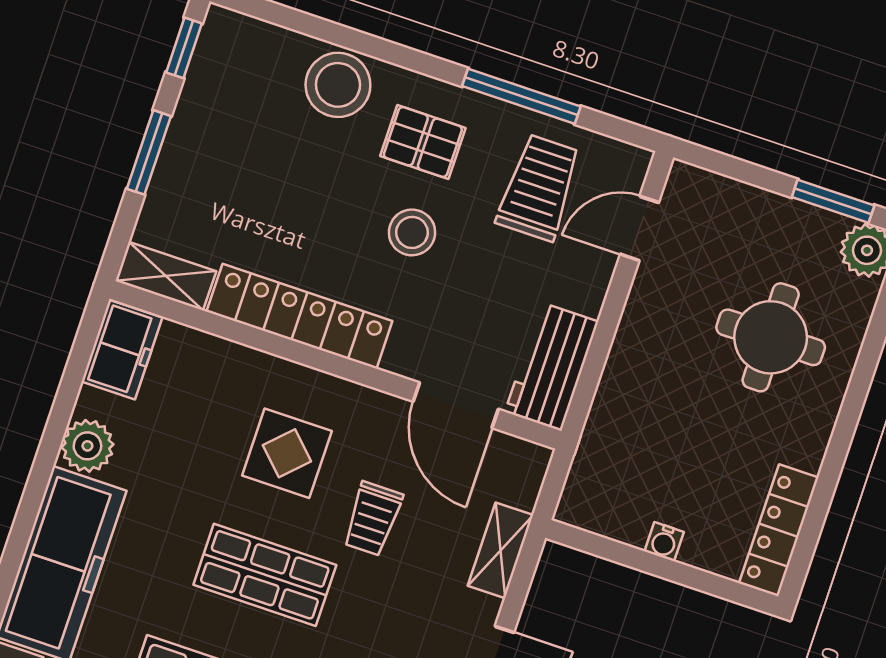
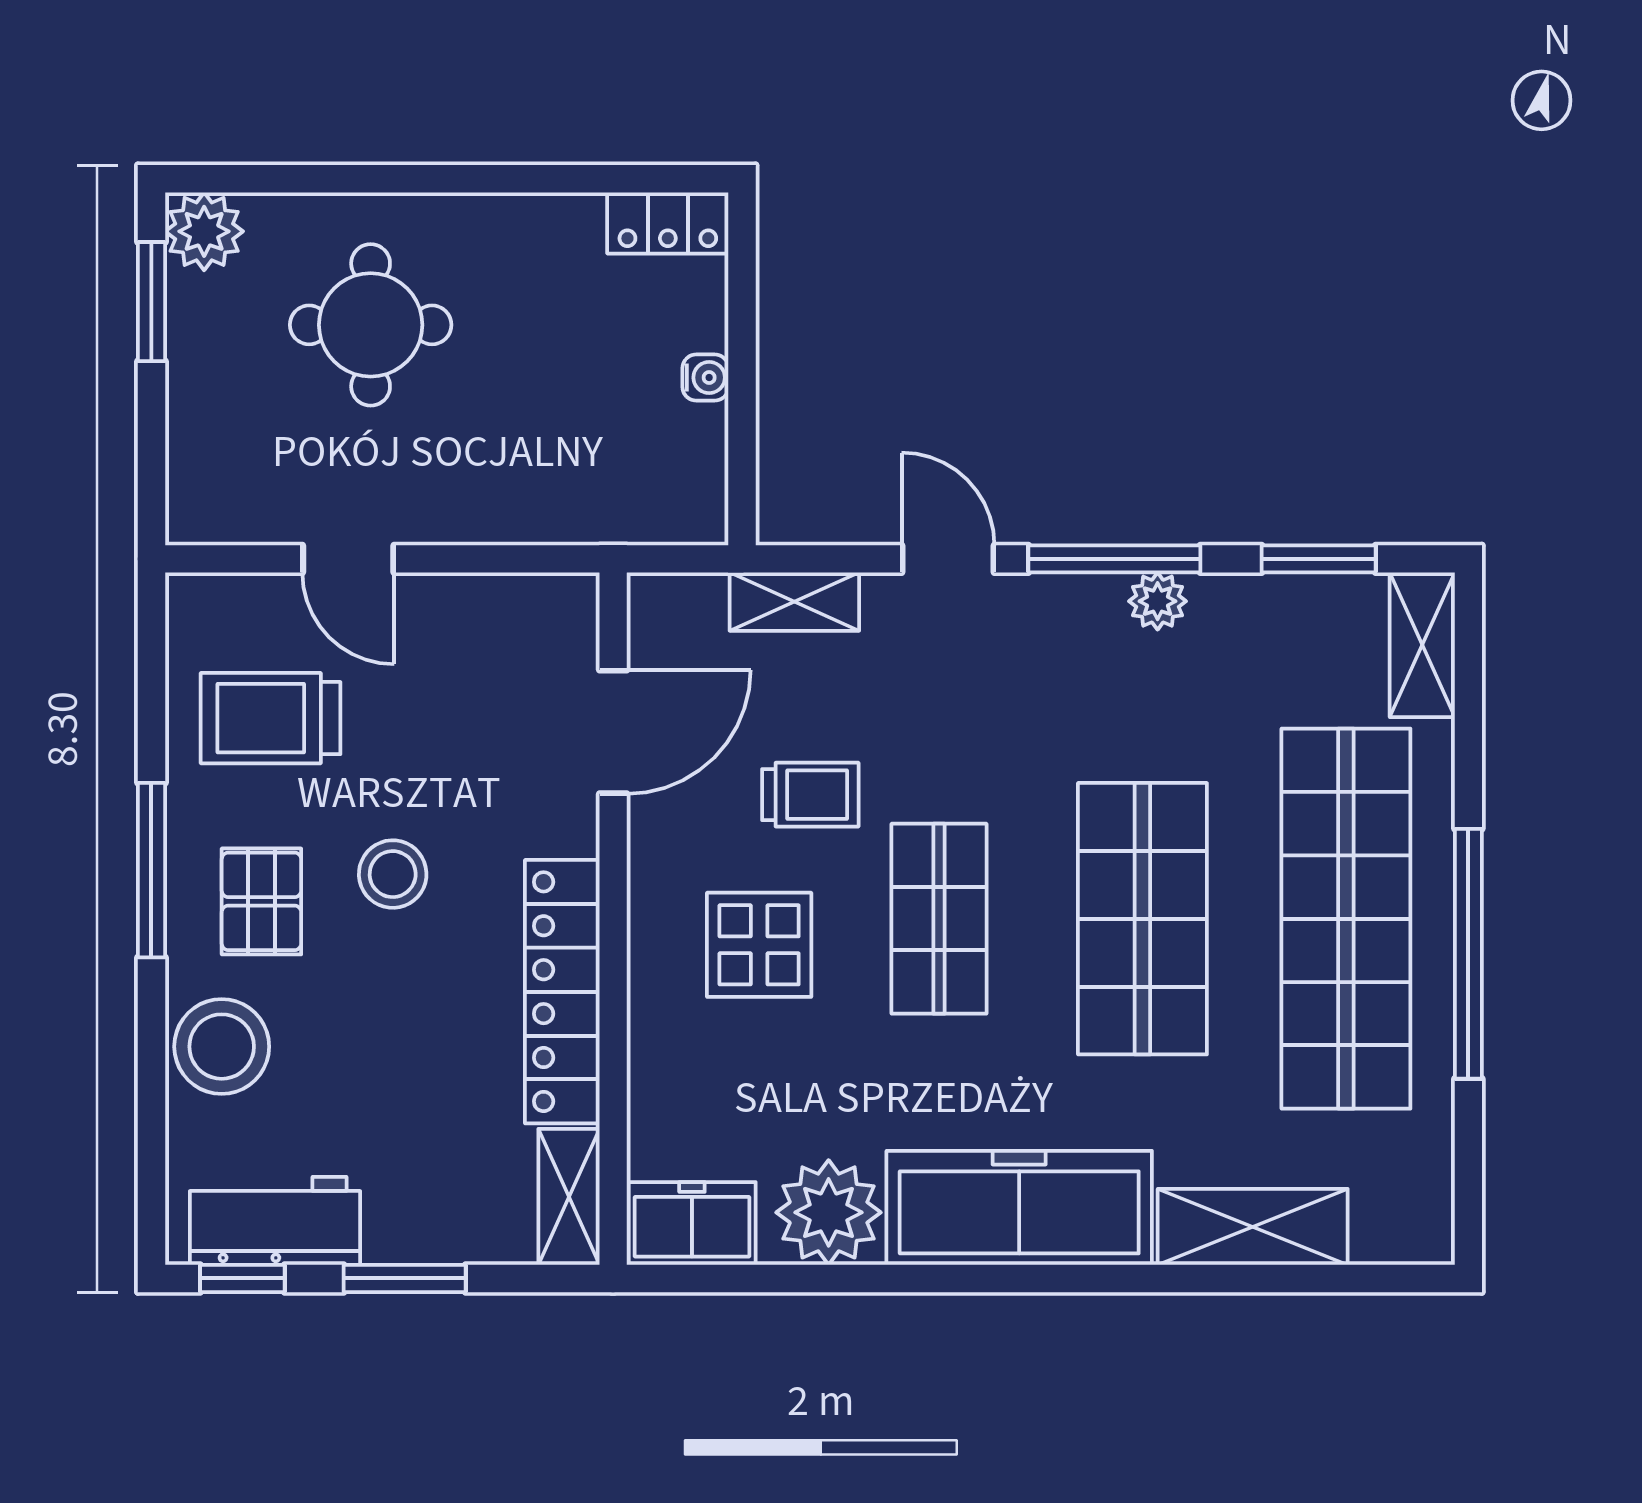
window: (521, 96) -> (151, 870), moved
door: (639, 228) -> (348, 559), moved
workbench: (552, 367) -> (275, 1221), moved, turned 180
plant: (87, 446) -> (829, 1212), width x1.36, depth x1.36
locker: (779, 530) -> (668, 223), width x0.66

